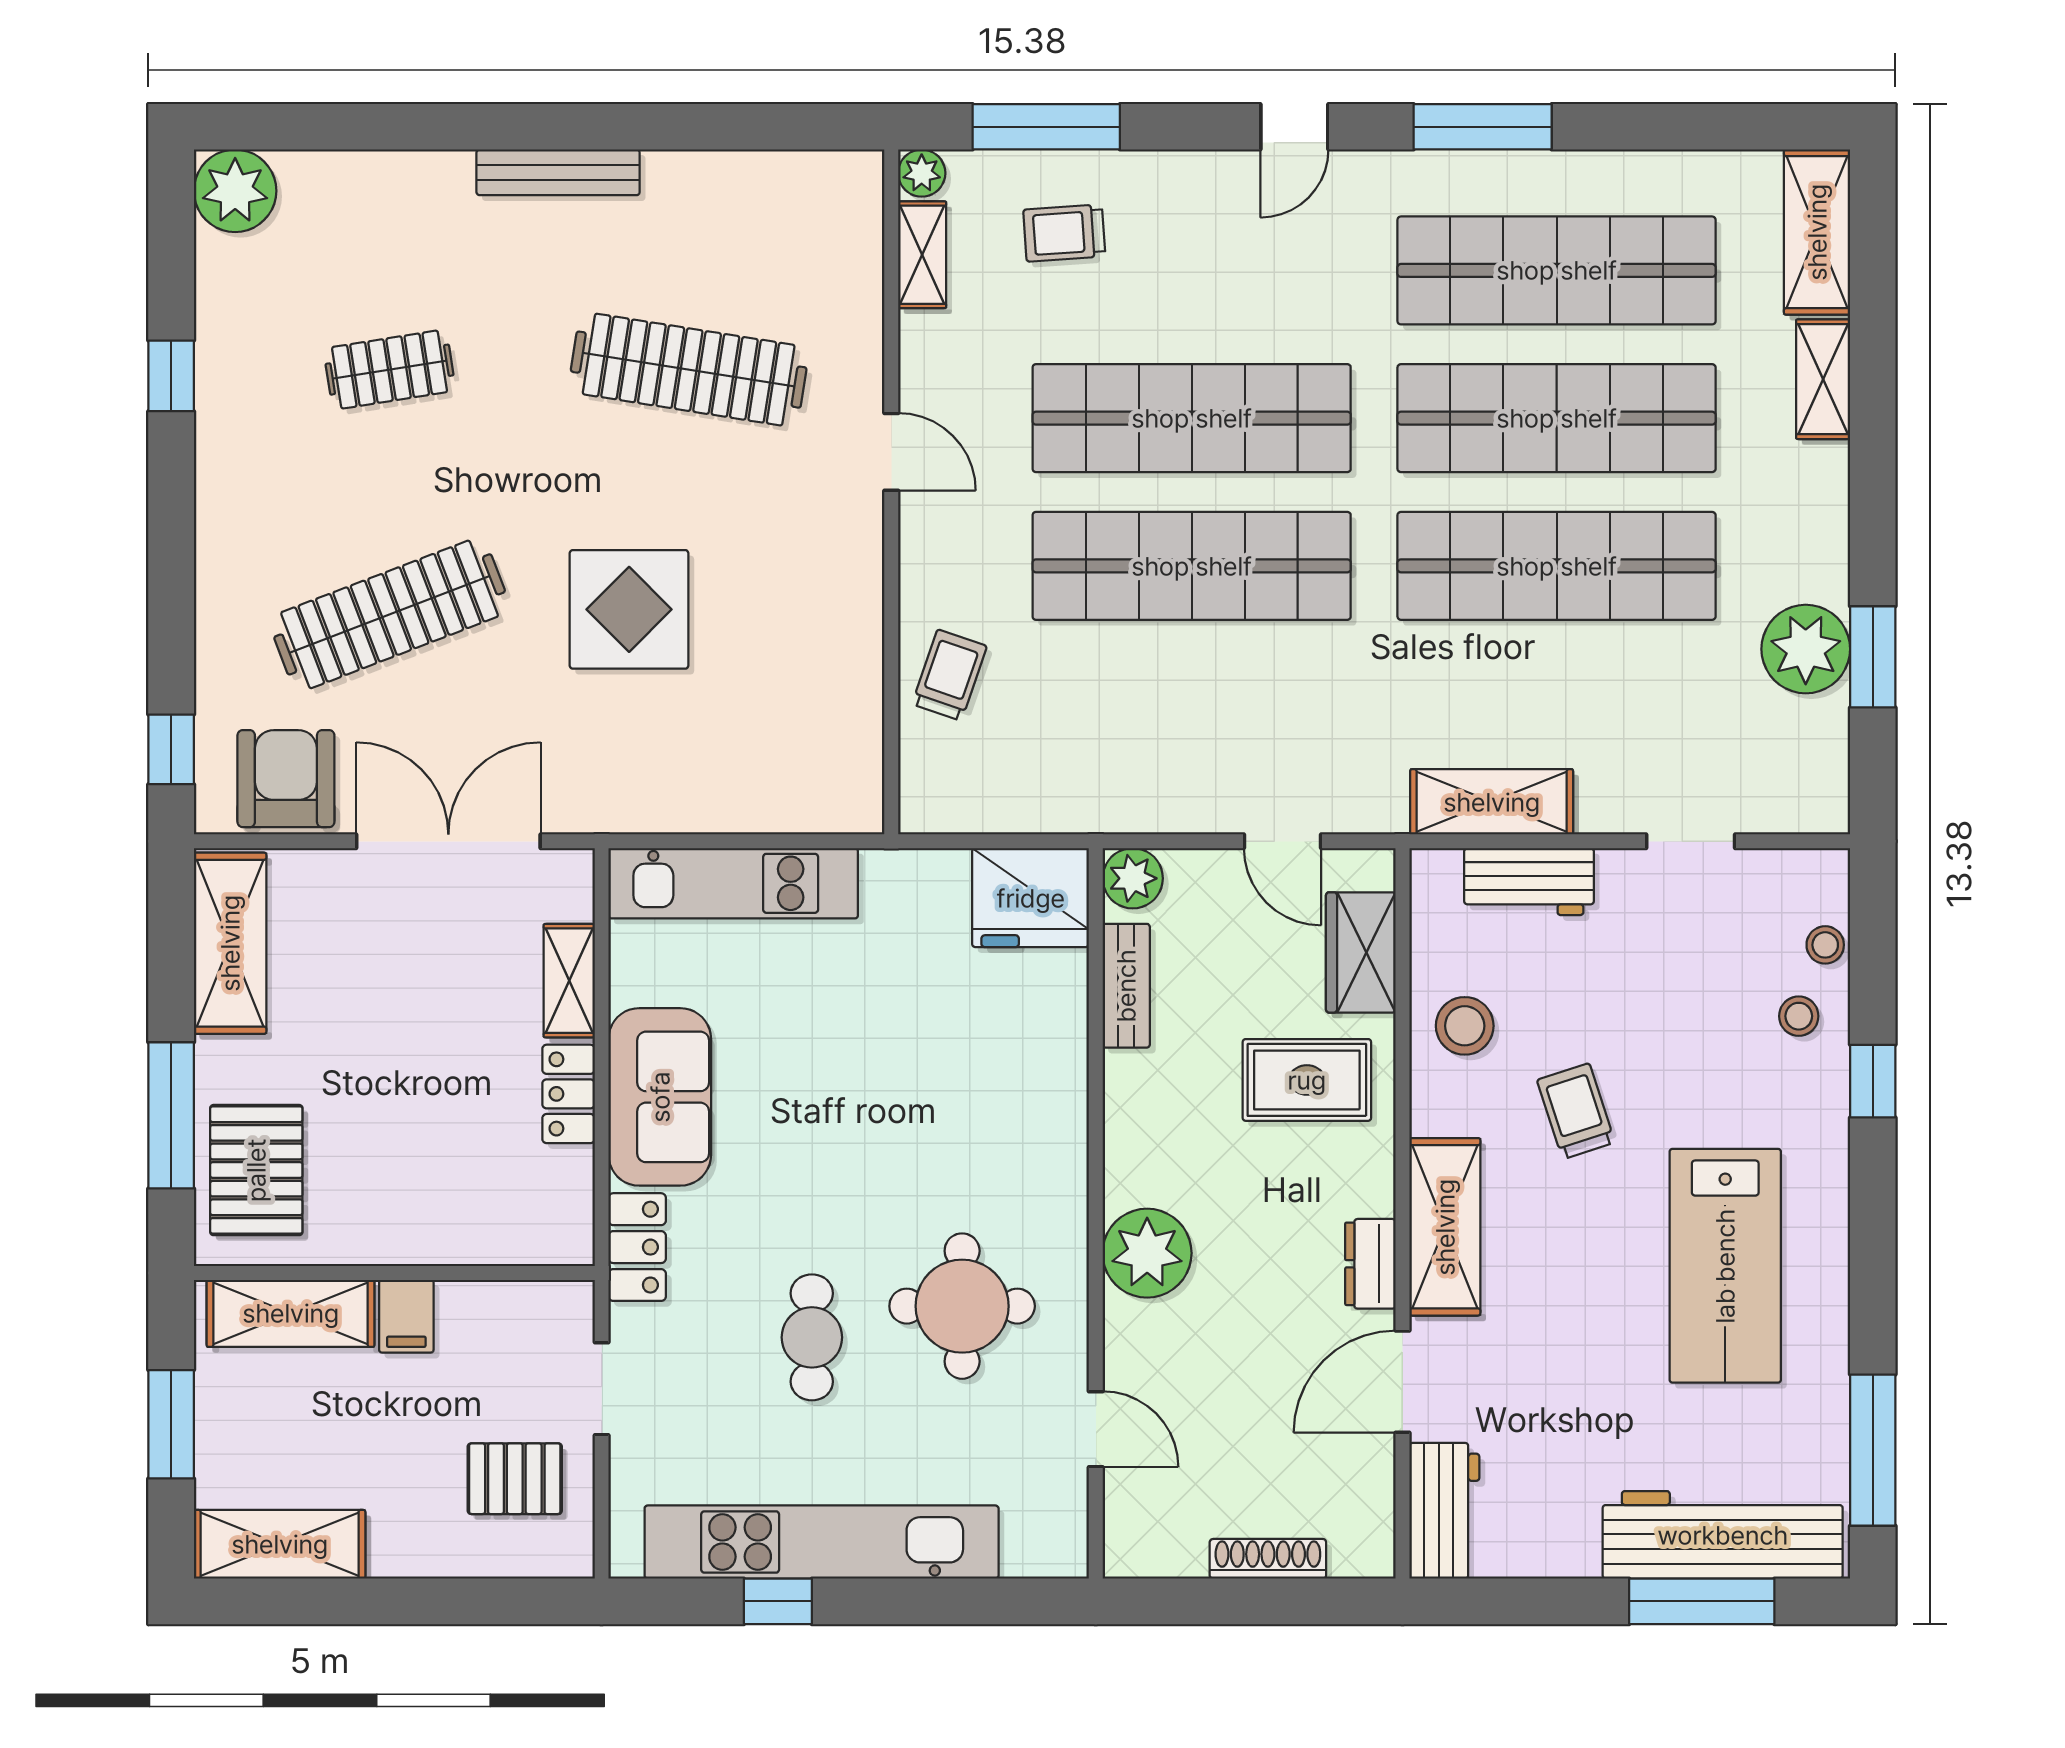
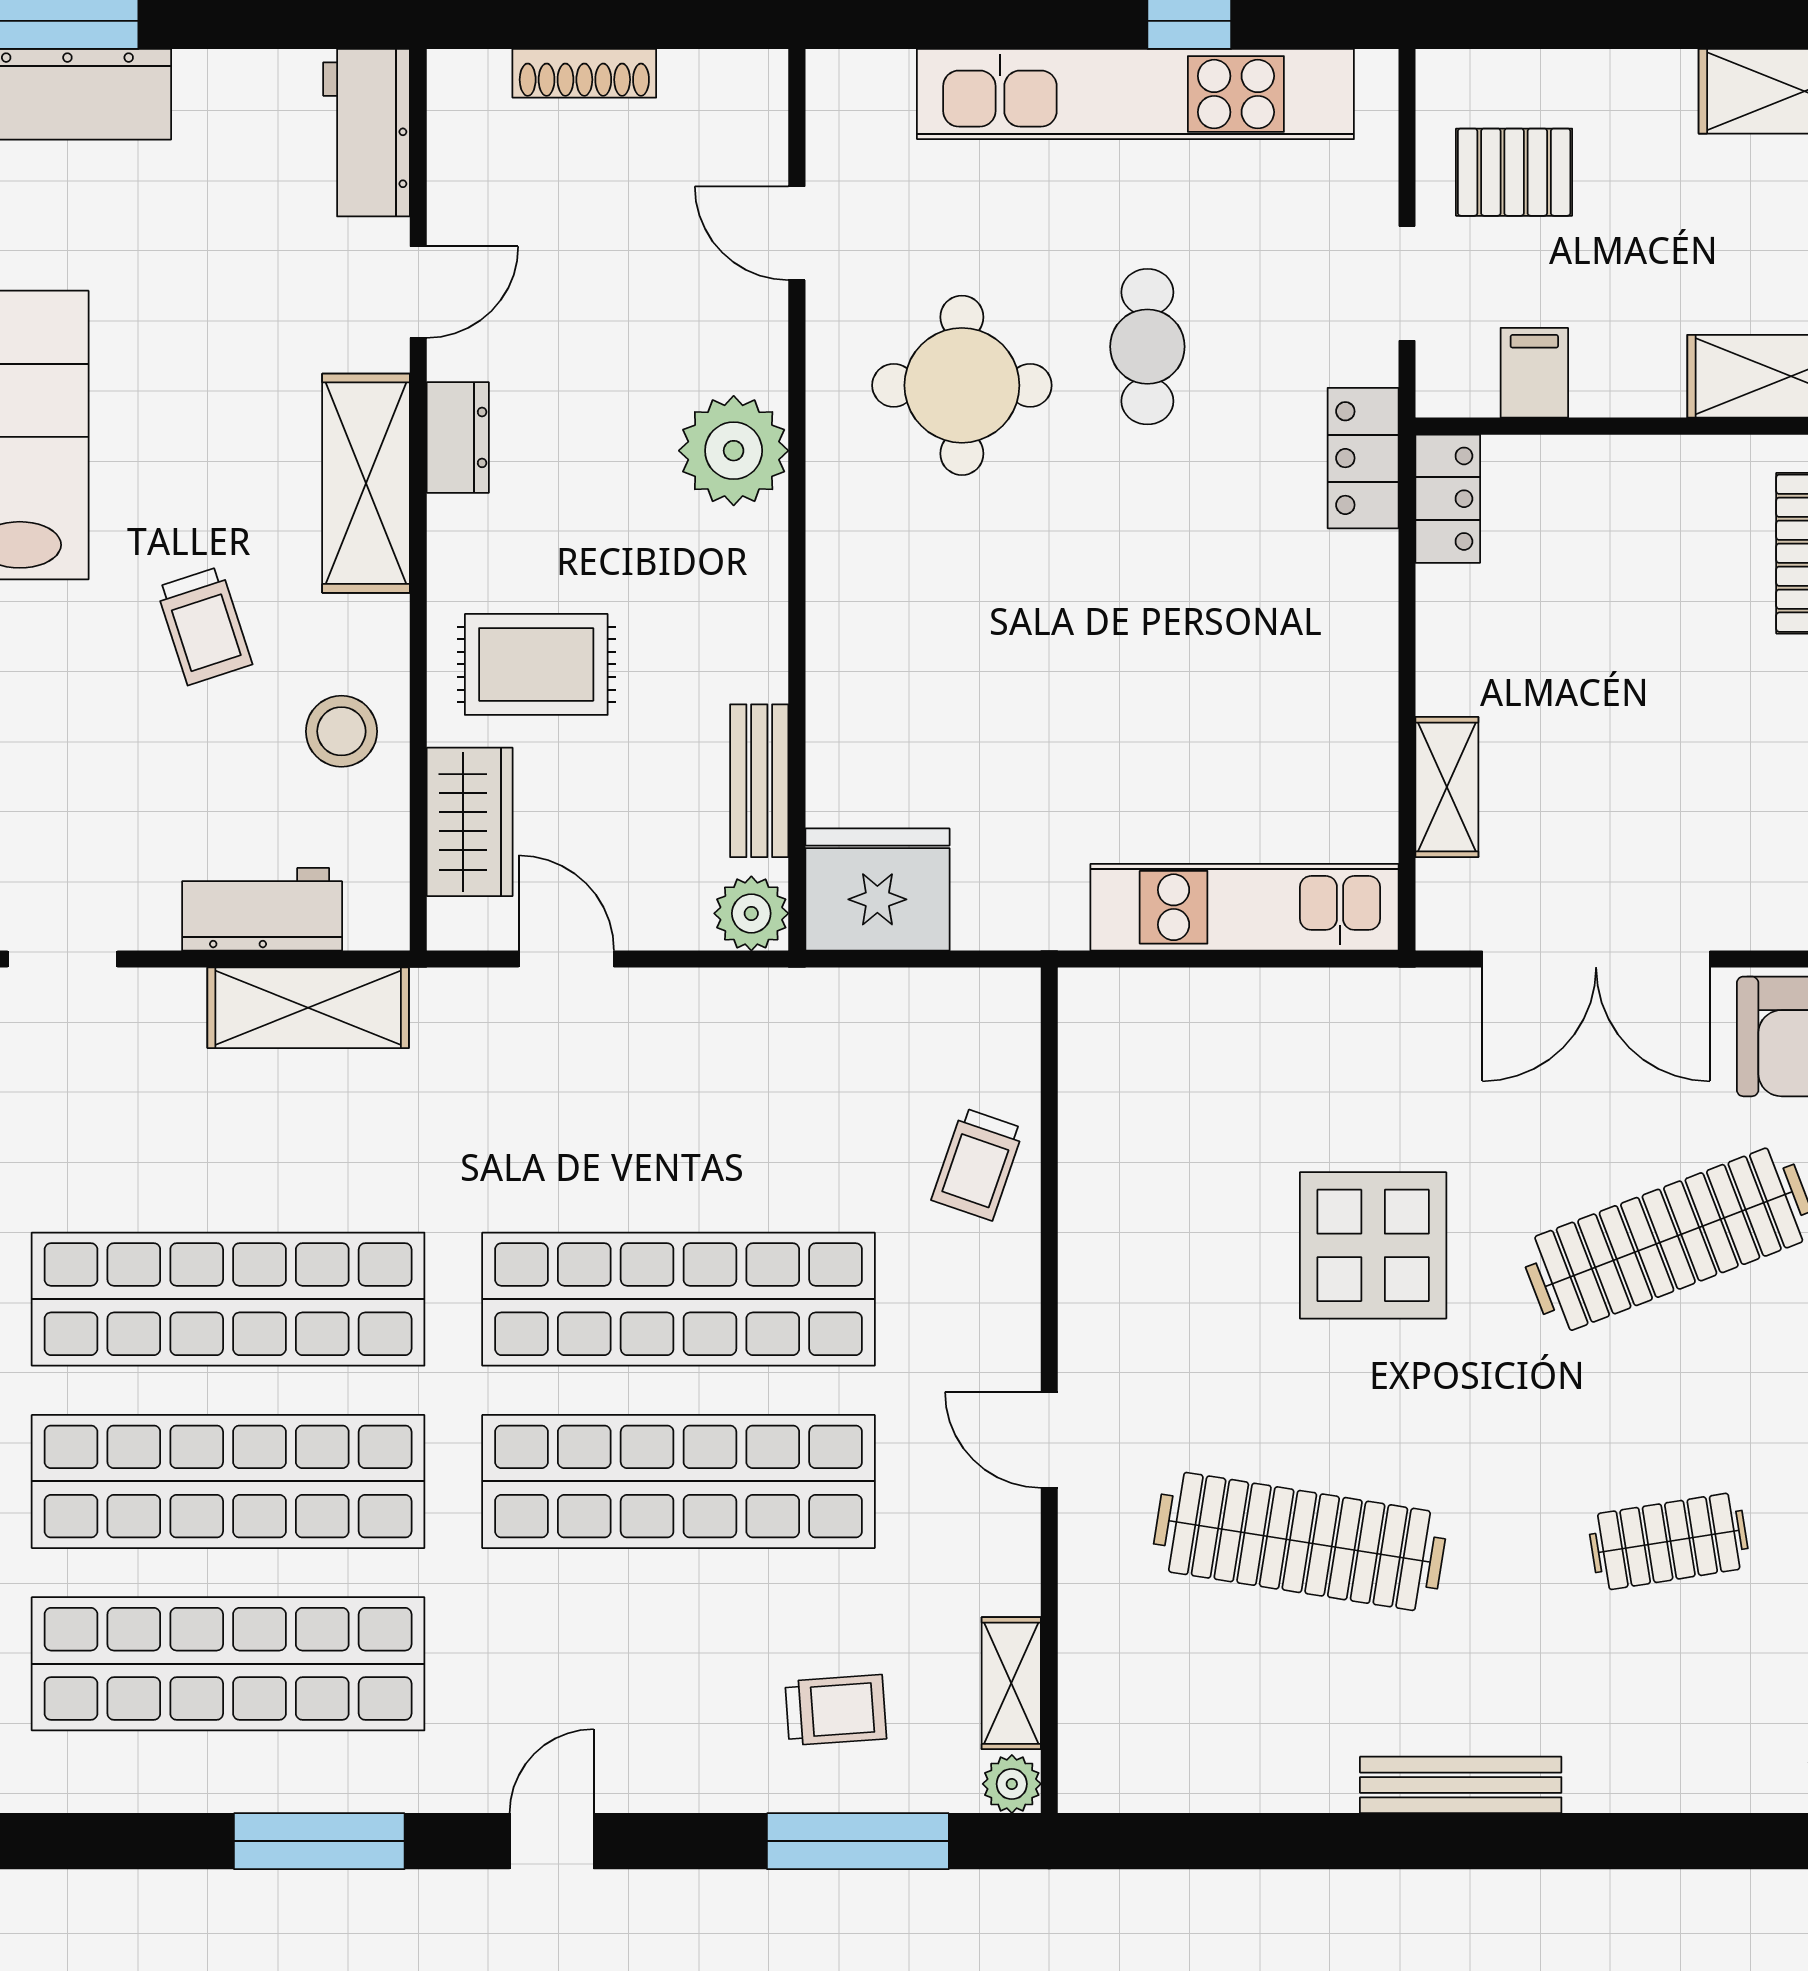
locker: (569, 1094) -> (1448, 499), moved
sofa: (660, 1097) -> (1335, 644), removed
filing cabinet: (406, 1316) -> (1534, 373), moved
door: (1402, 1382) -> (418, 292), width x0.73

